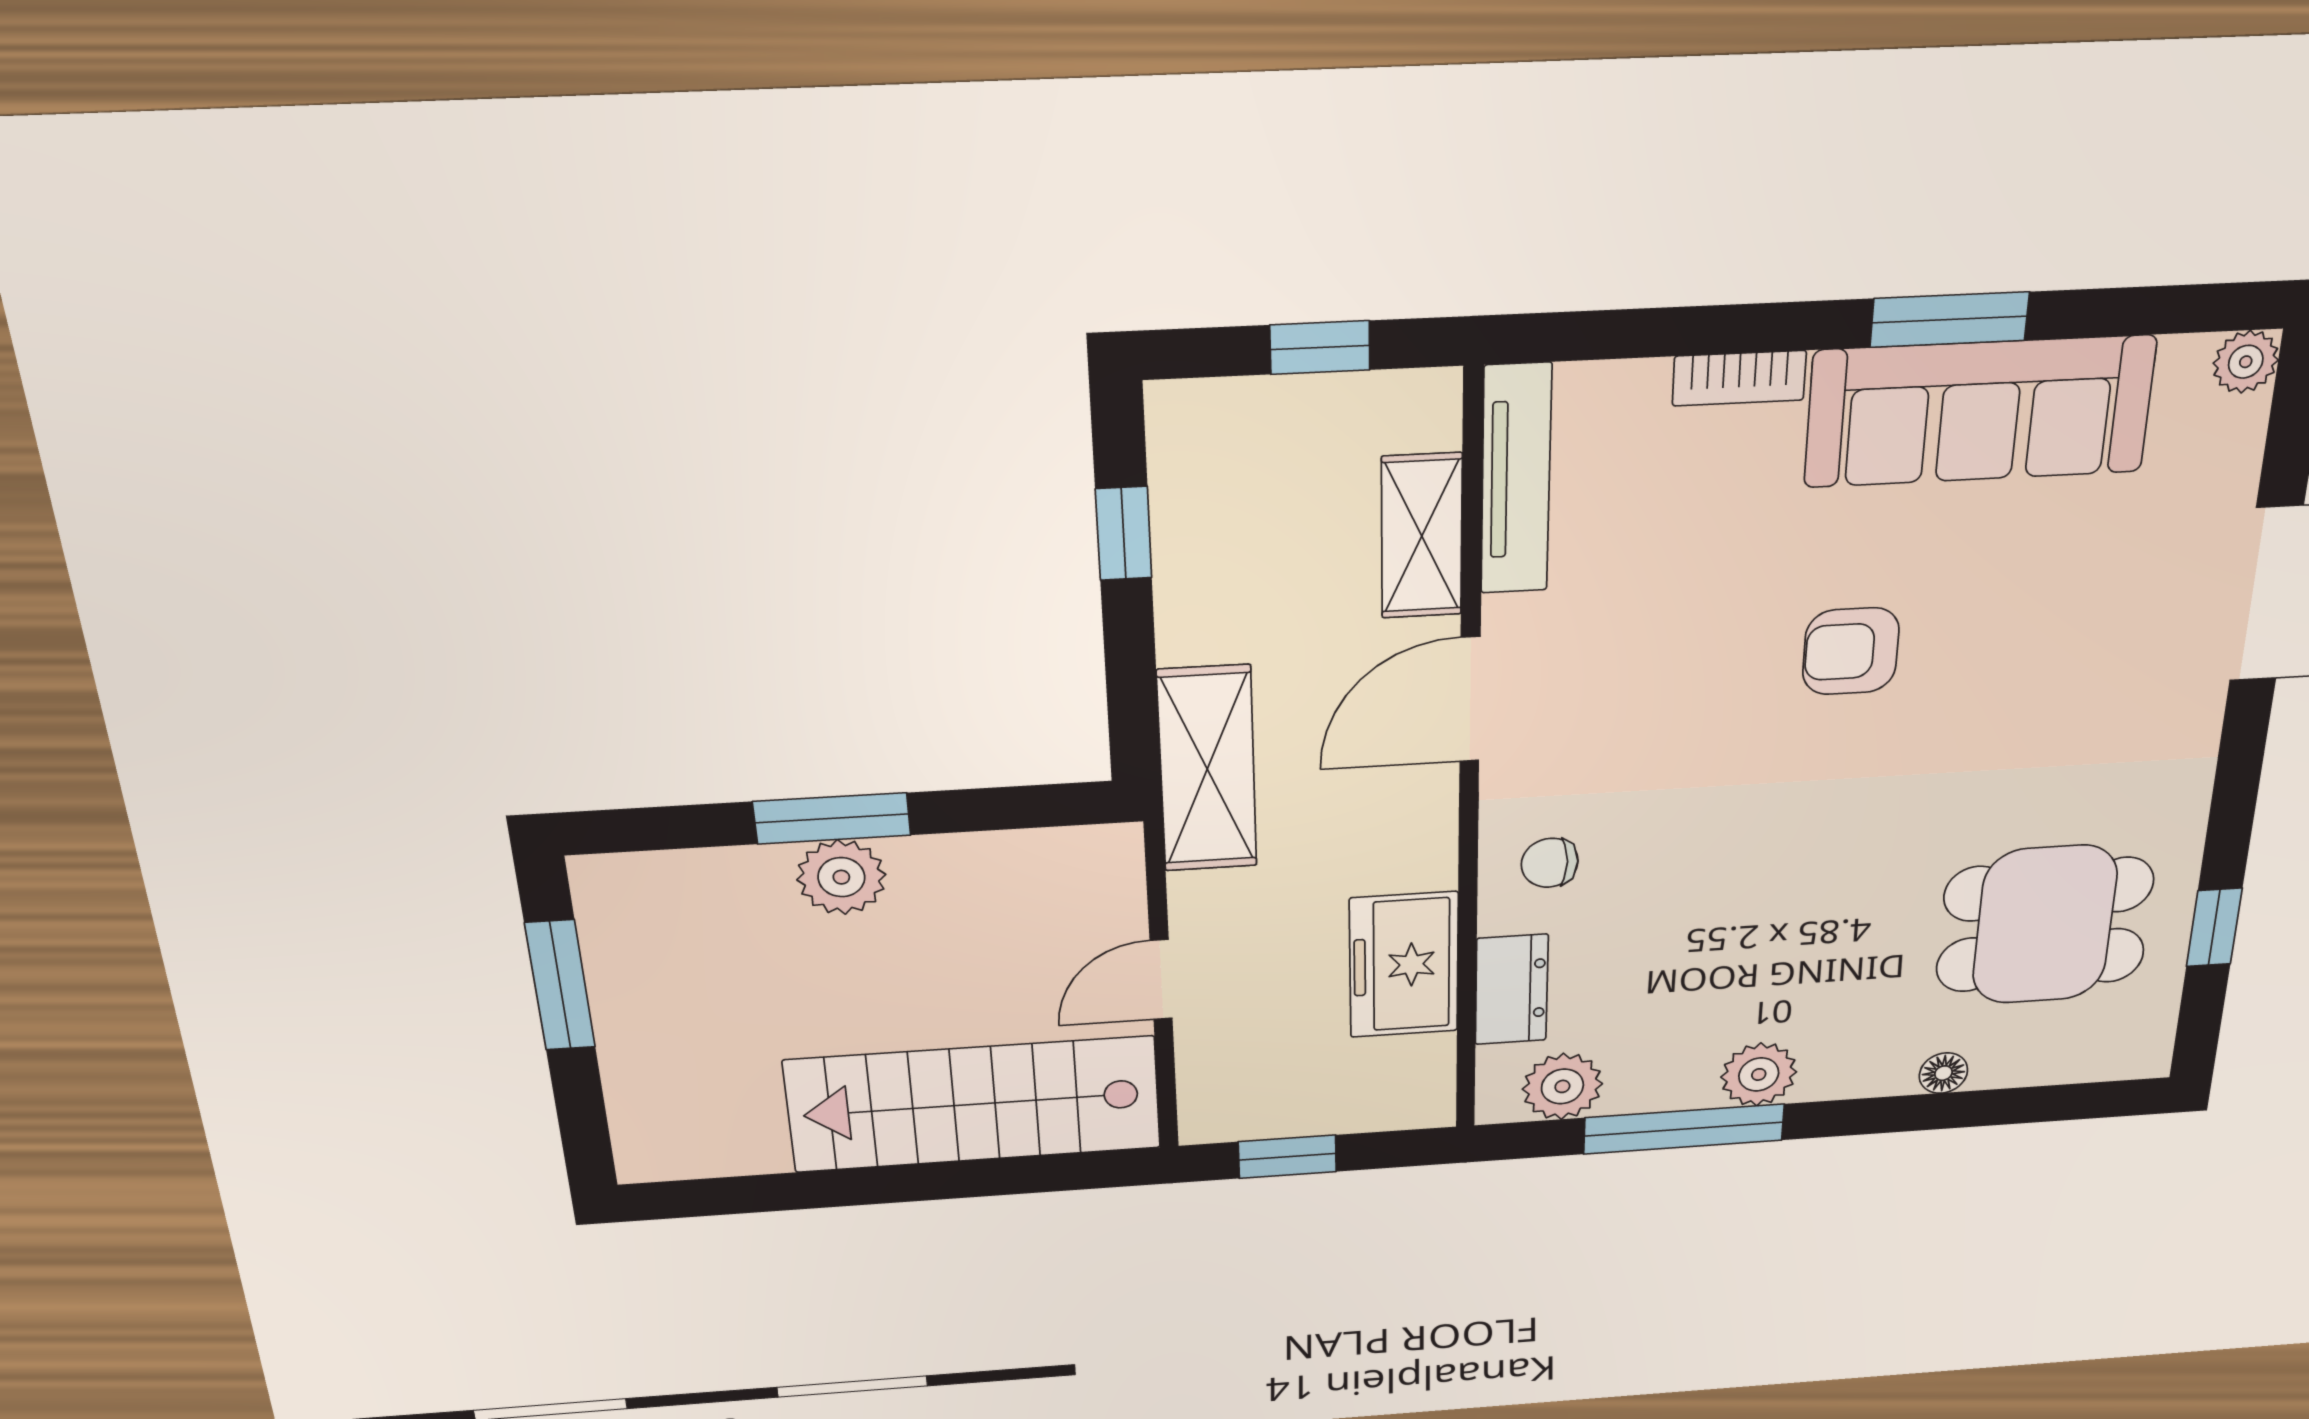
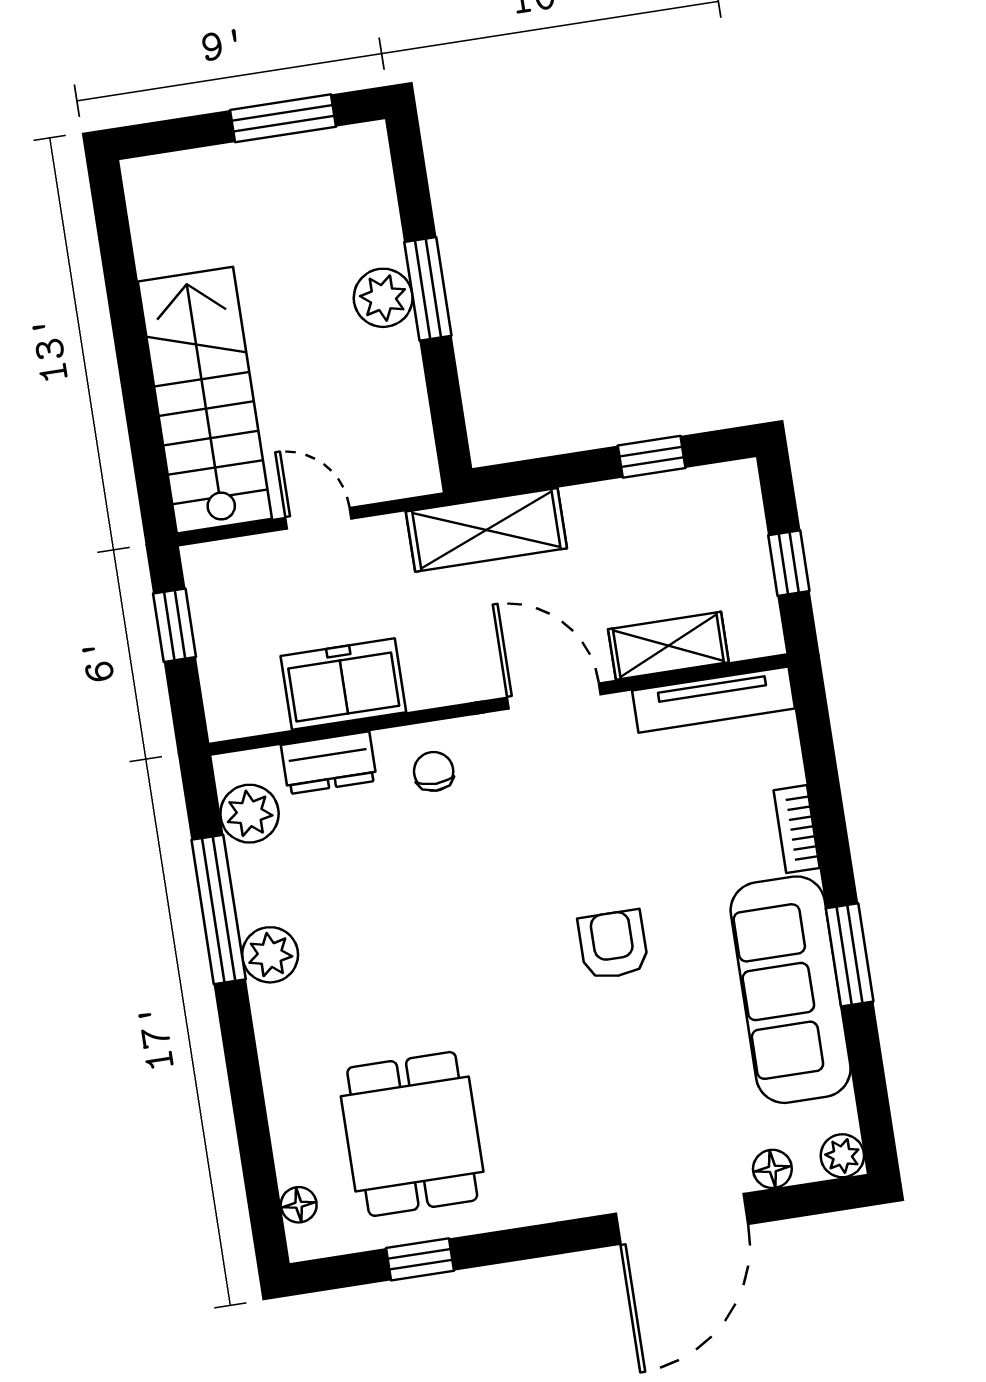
floor lamp: (2234, 463) -> (772, 1169), added
floor lamp: (1943, 1073) -> (299, 1205), moved

